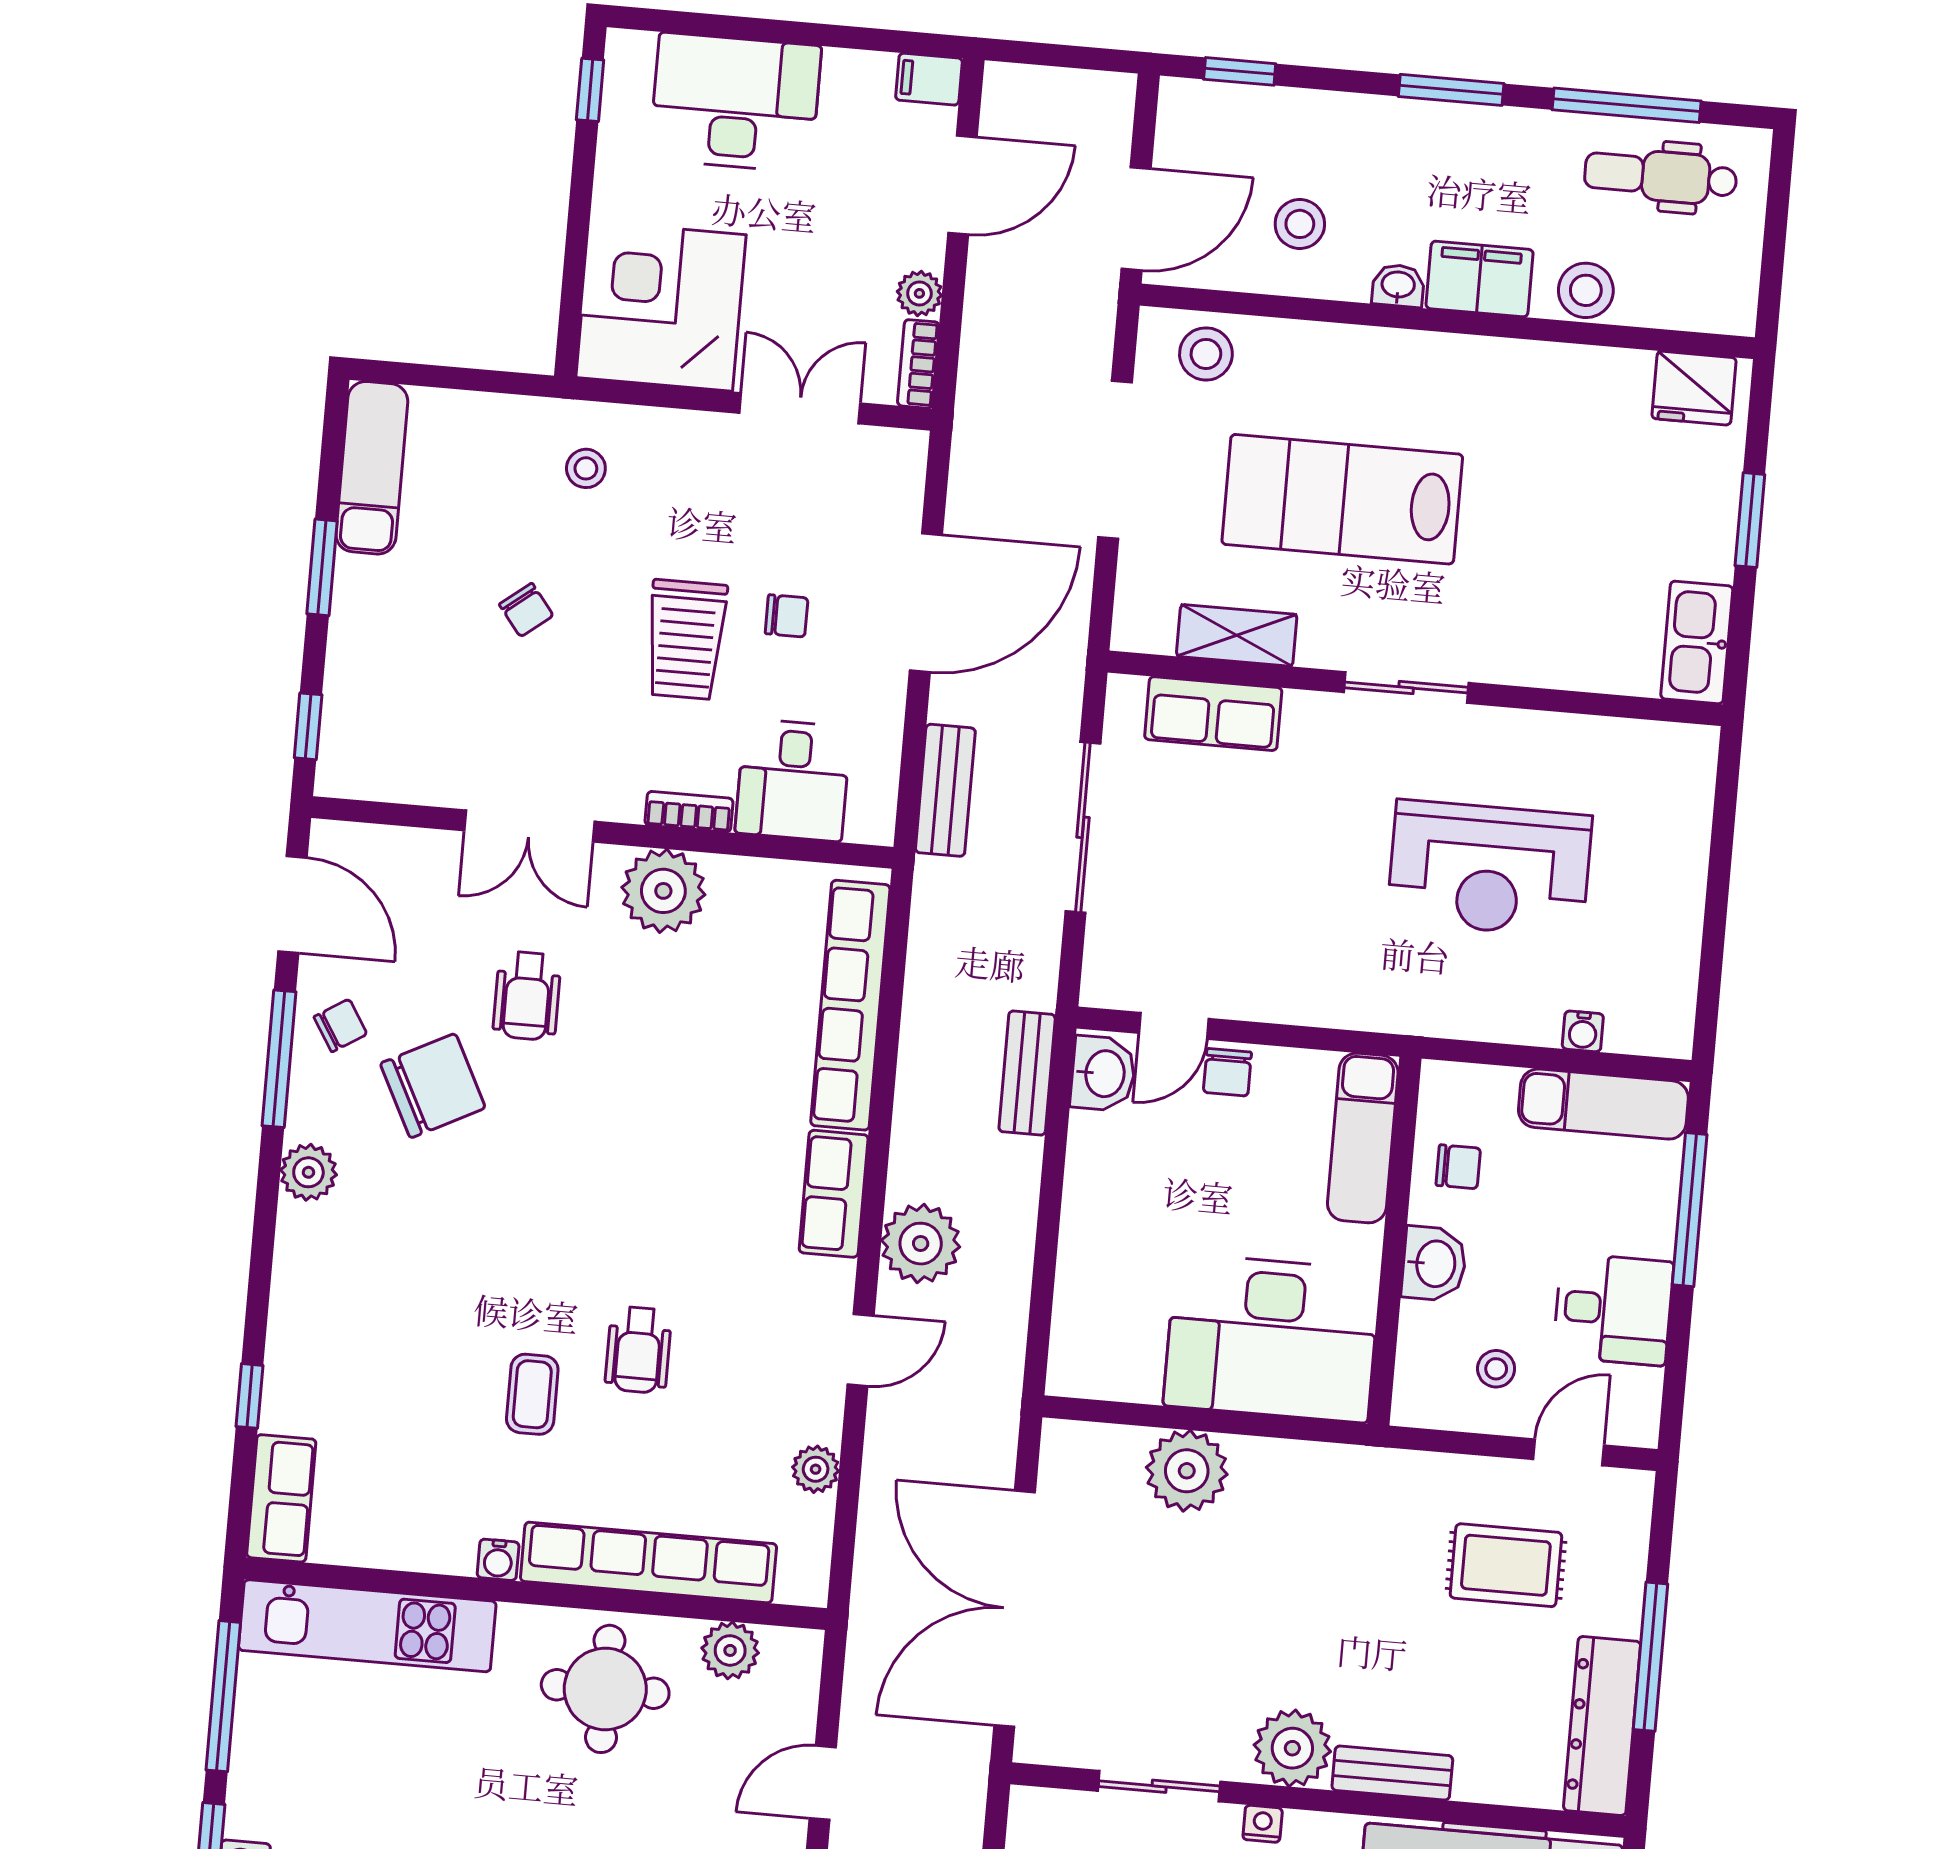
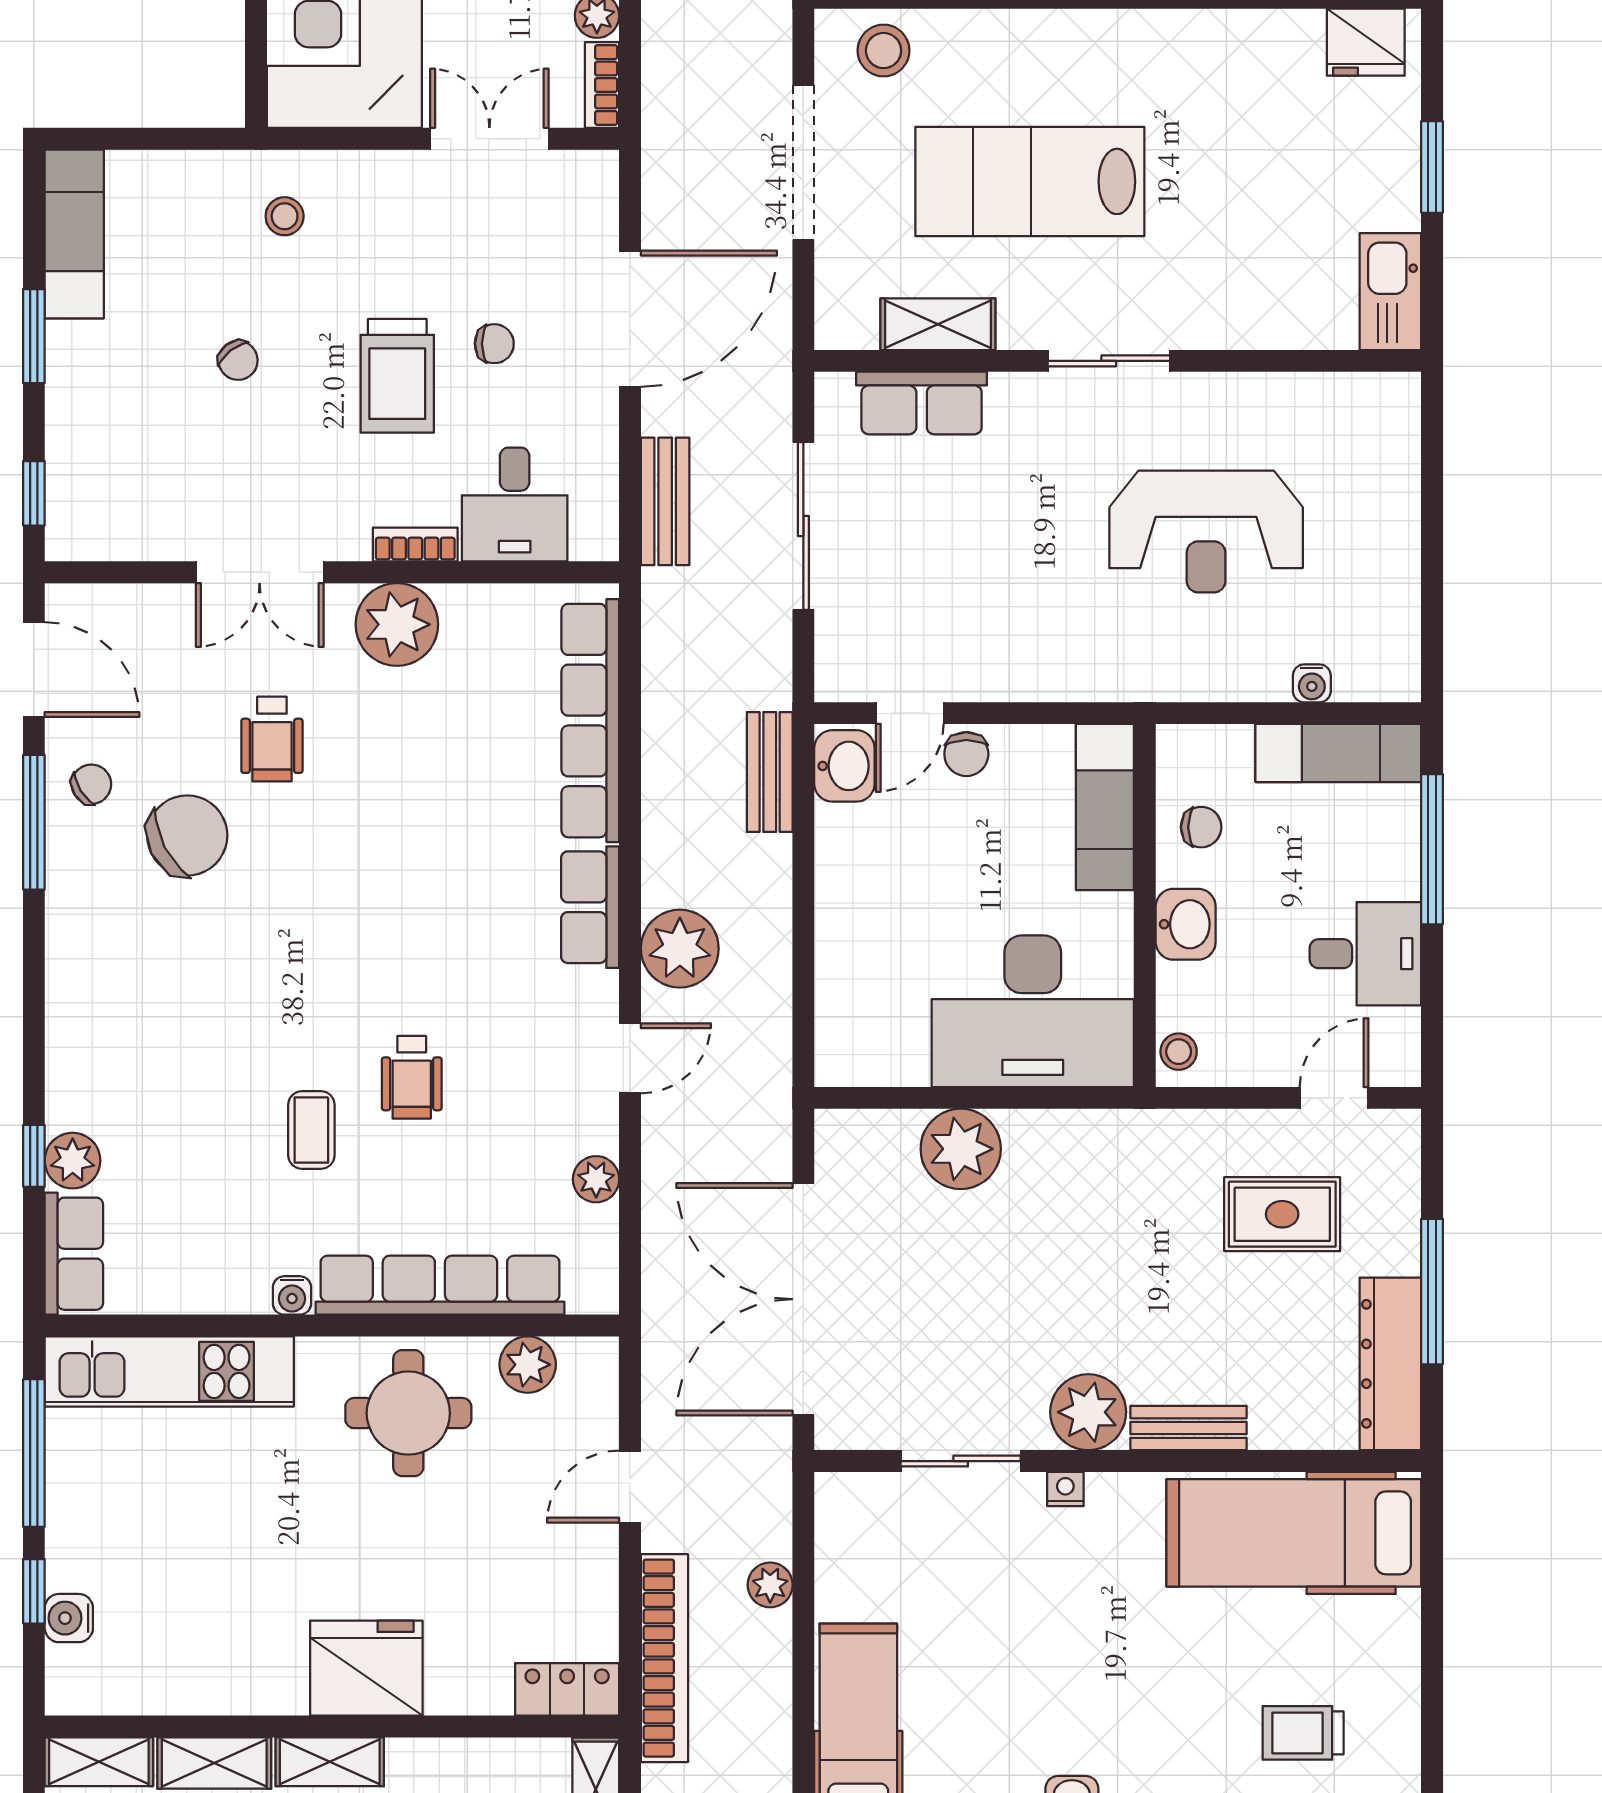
plant: (308, 1172) -> (73, 1161), moved
stool: (1496, 1369) -> (1179, 1052), moved

